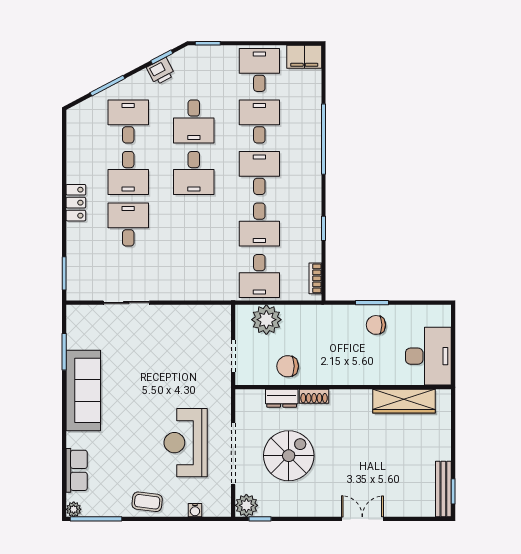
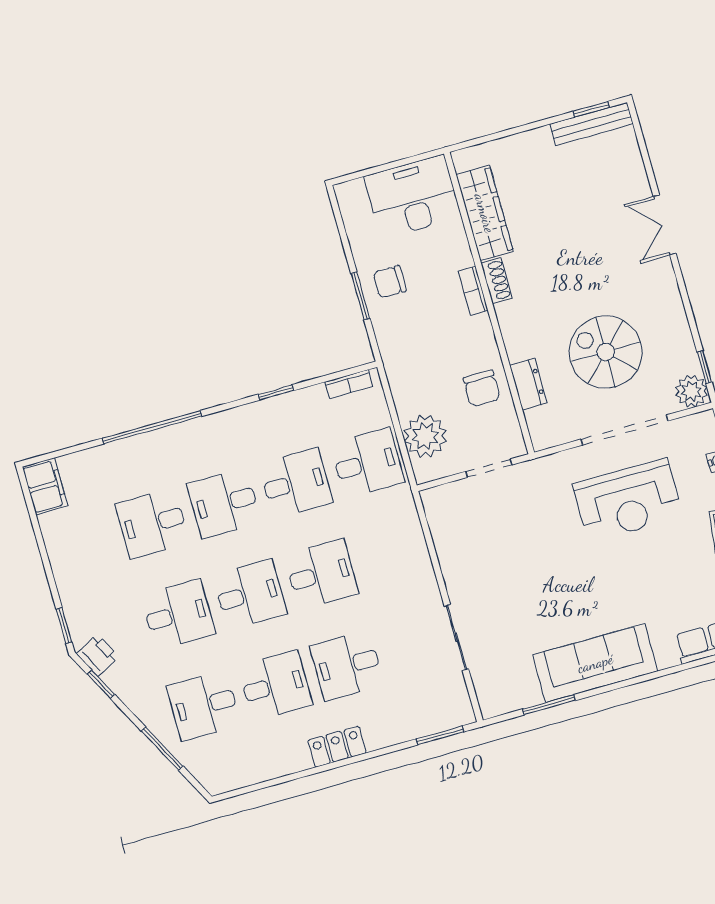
desk: (259, 70) -> (321, 574), moved, turned 180
printer: (161, 71) -> (98, 655), moved
chair: (376, 325) -> (390, 282), turned 90
bookcase: (354, 379) -> (473, 291), added
shoe rack: (314, 396) -> (496, 281), moved

